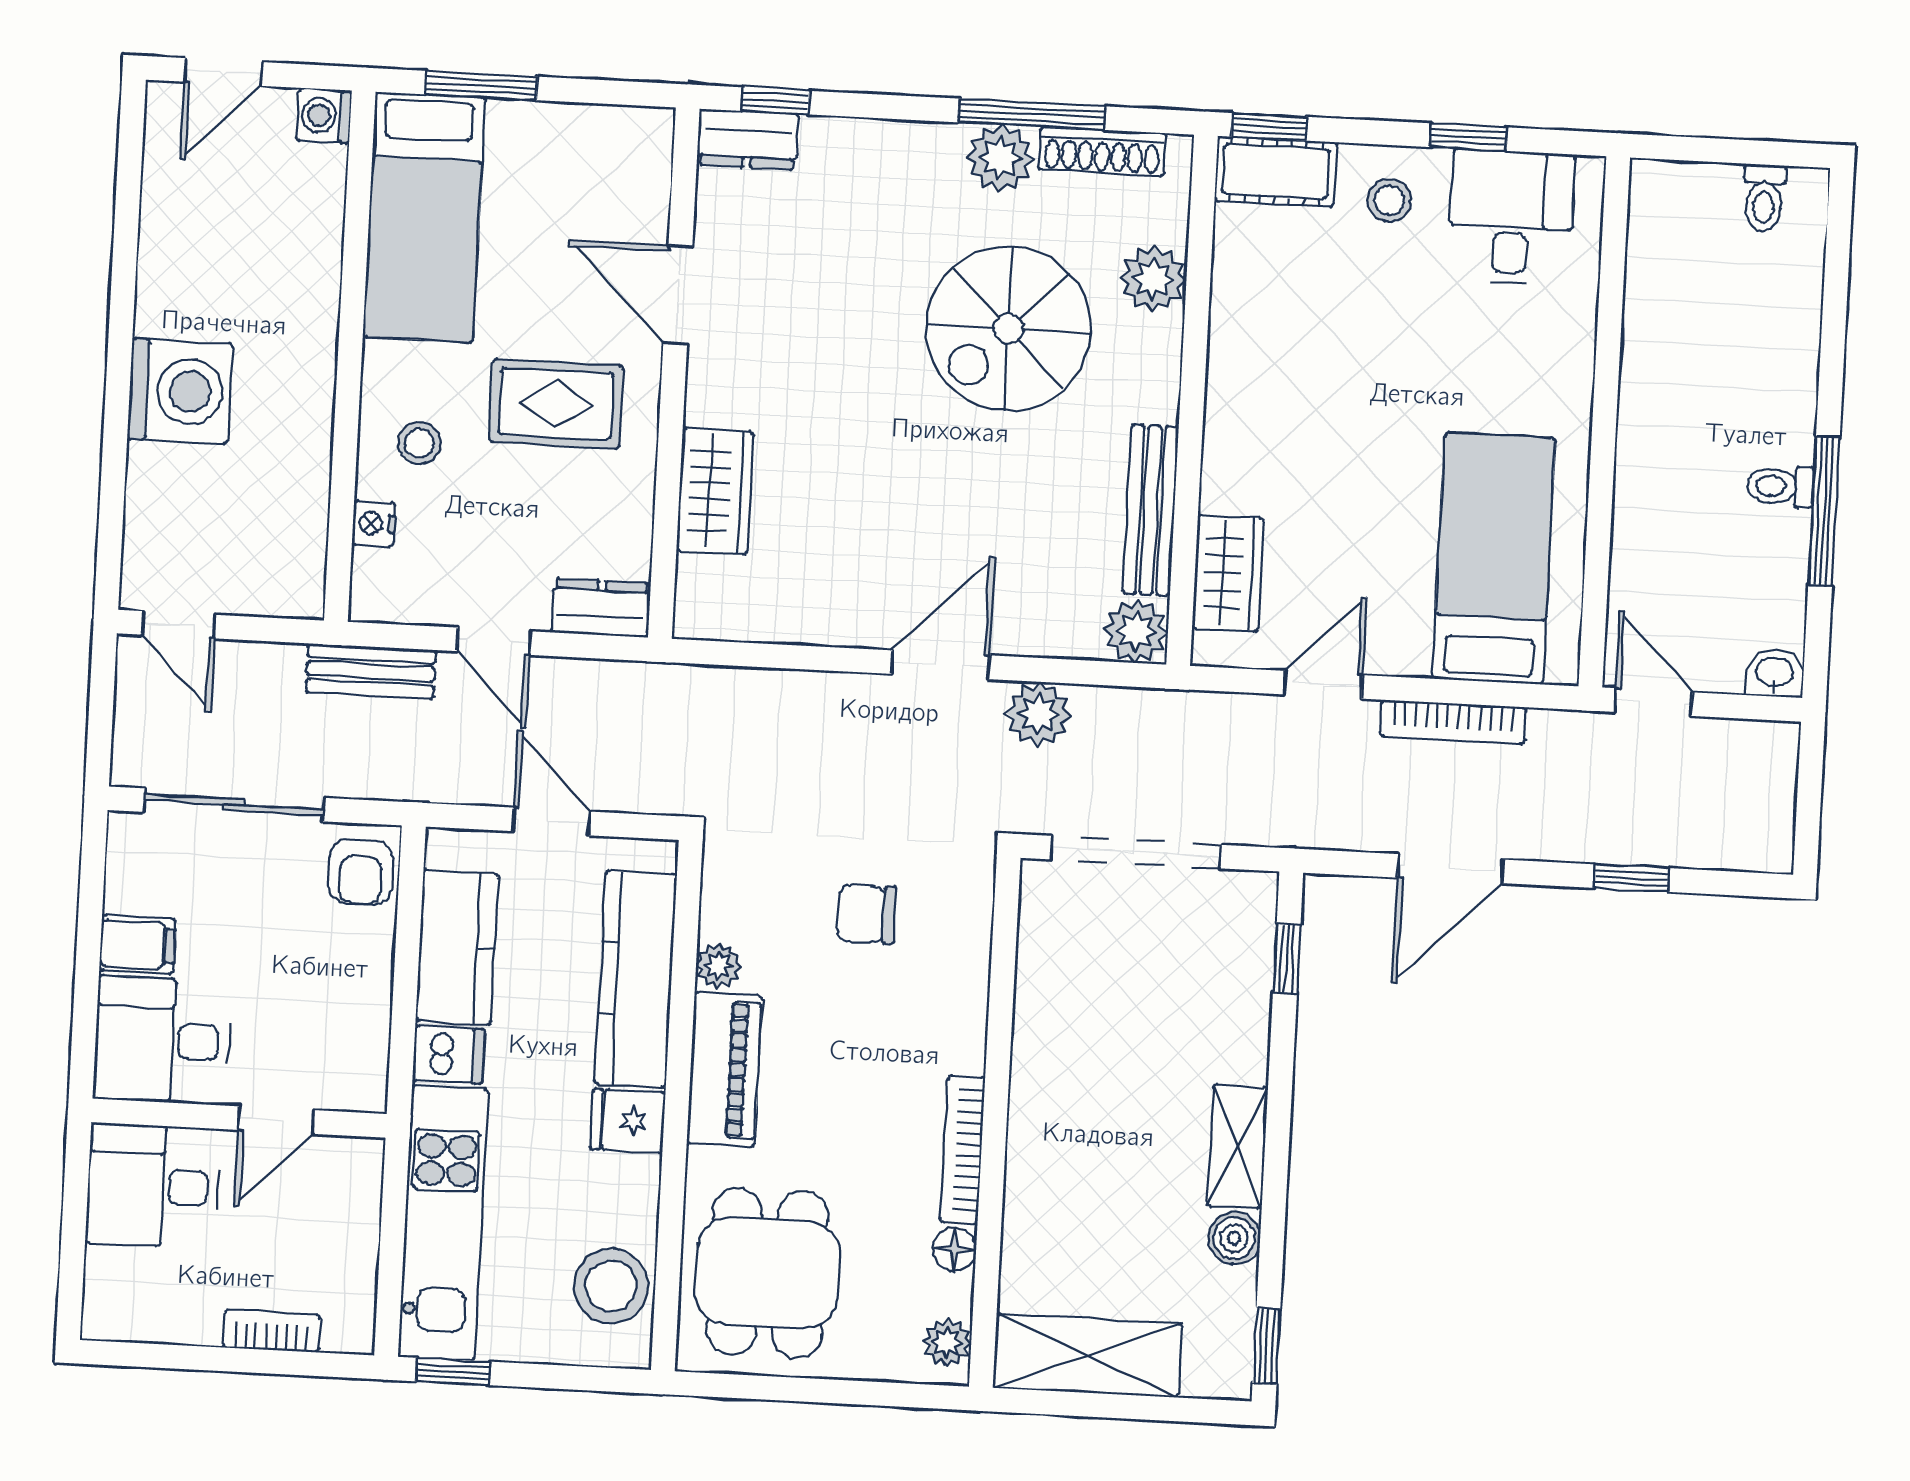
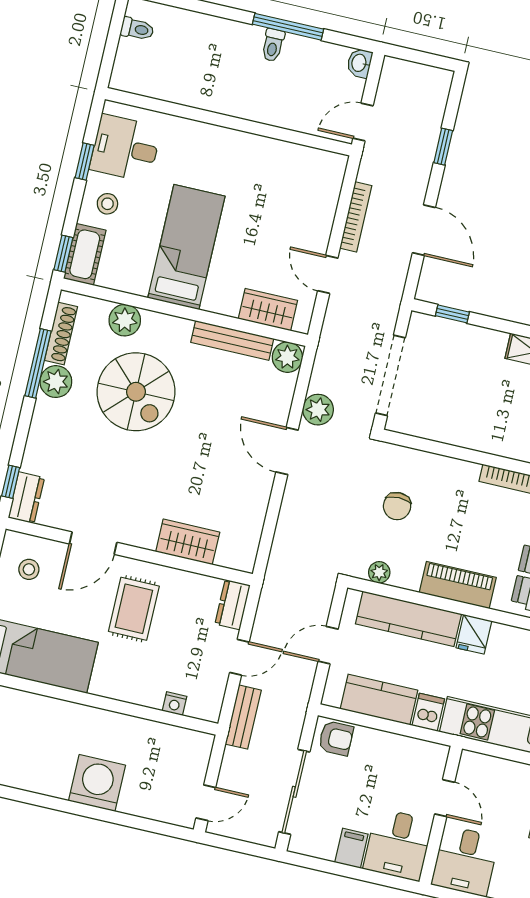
stool: (419, 443) -> (29, 569), moved
bed: (1494, 558) -> (186, 247), moved, turned 90
plant: (718, 966) -> (379, 572), moved

